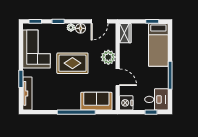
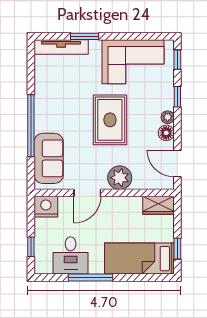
desk: (156, 99) -> (71, 255), moved

